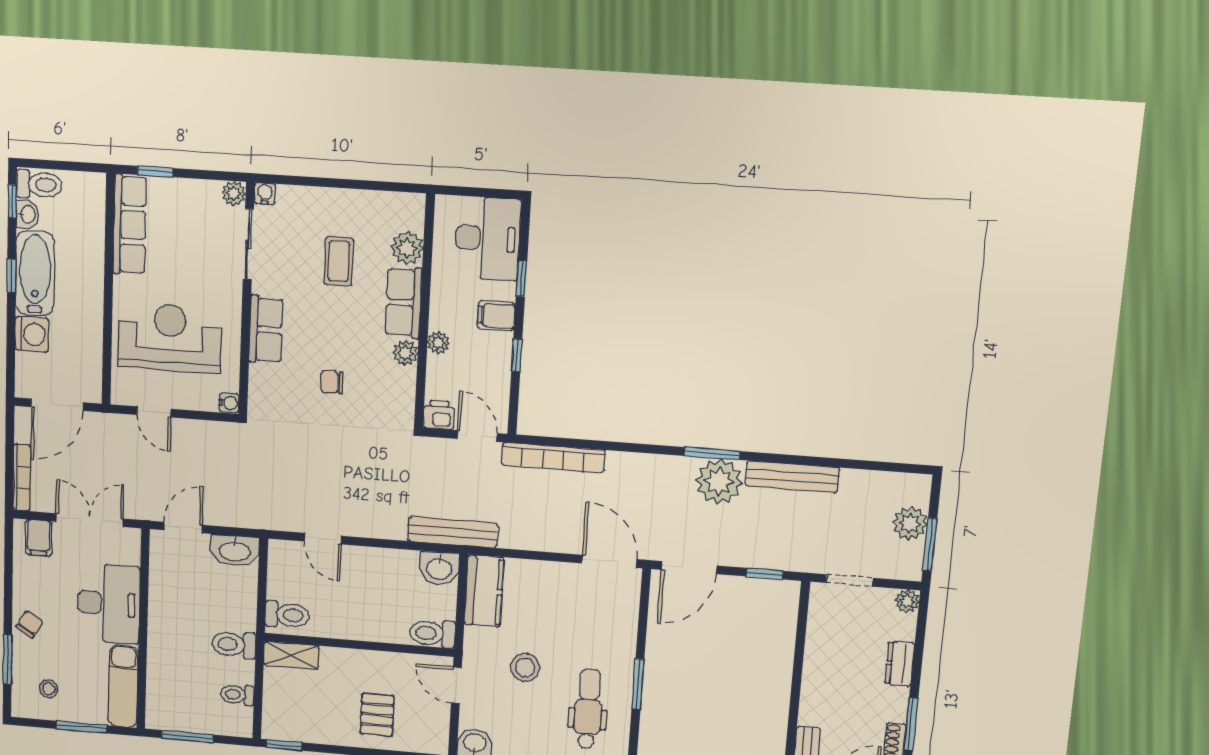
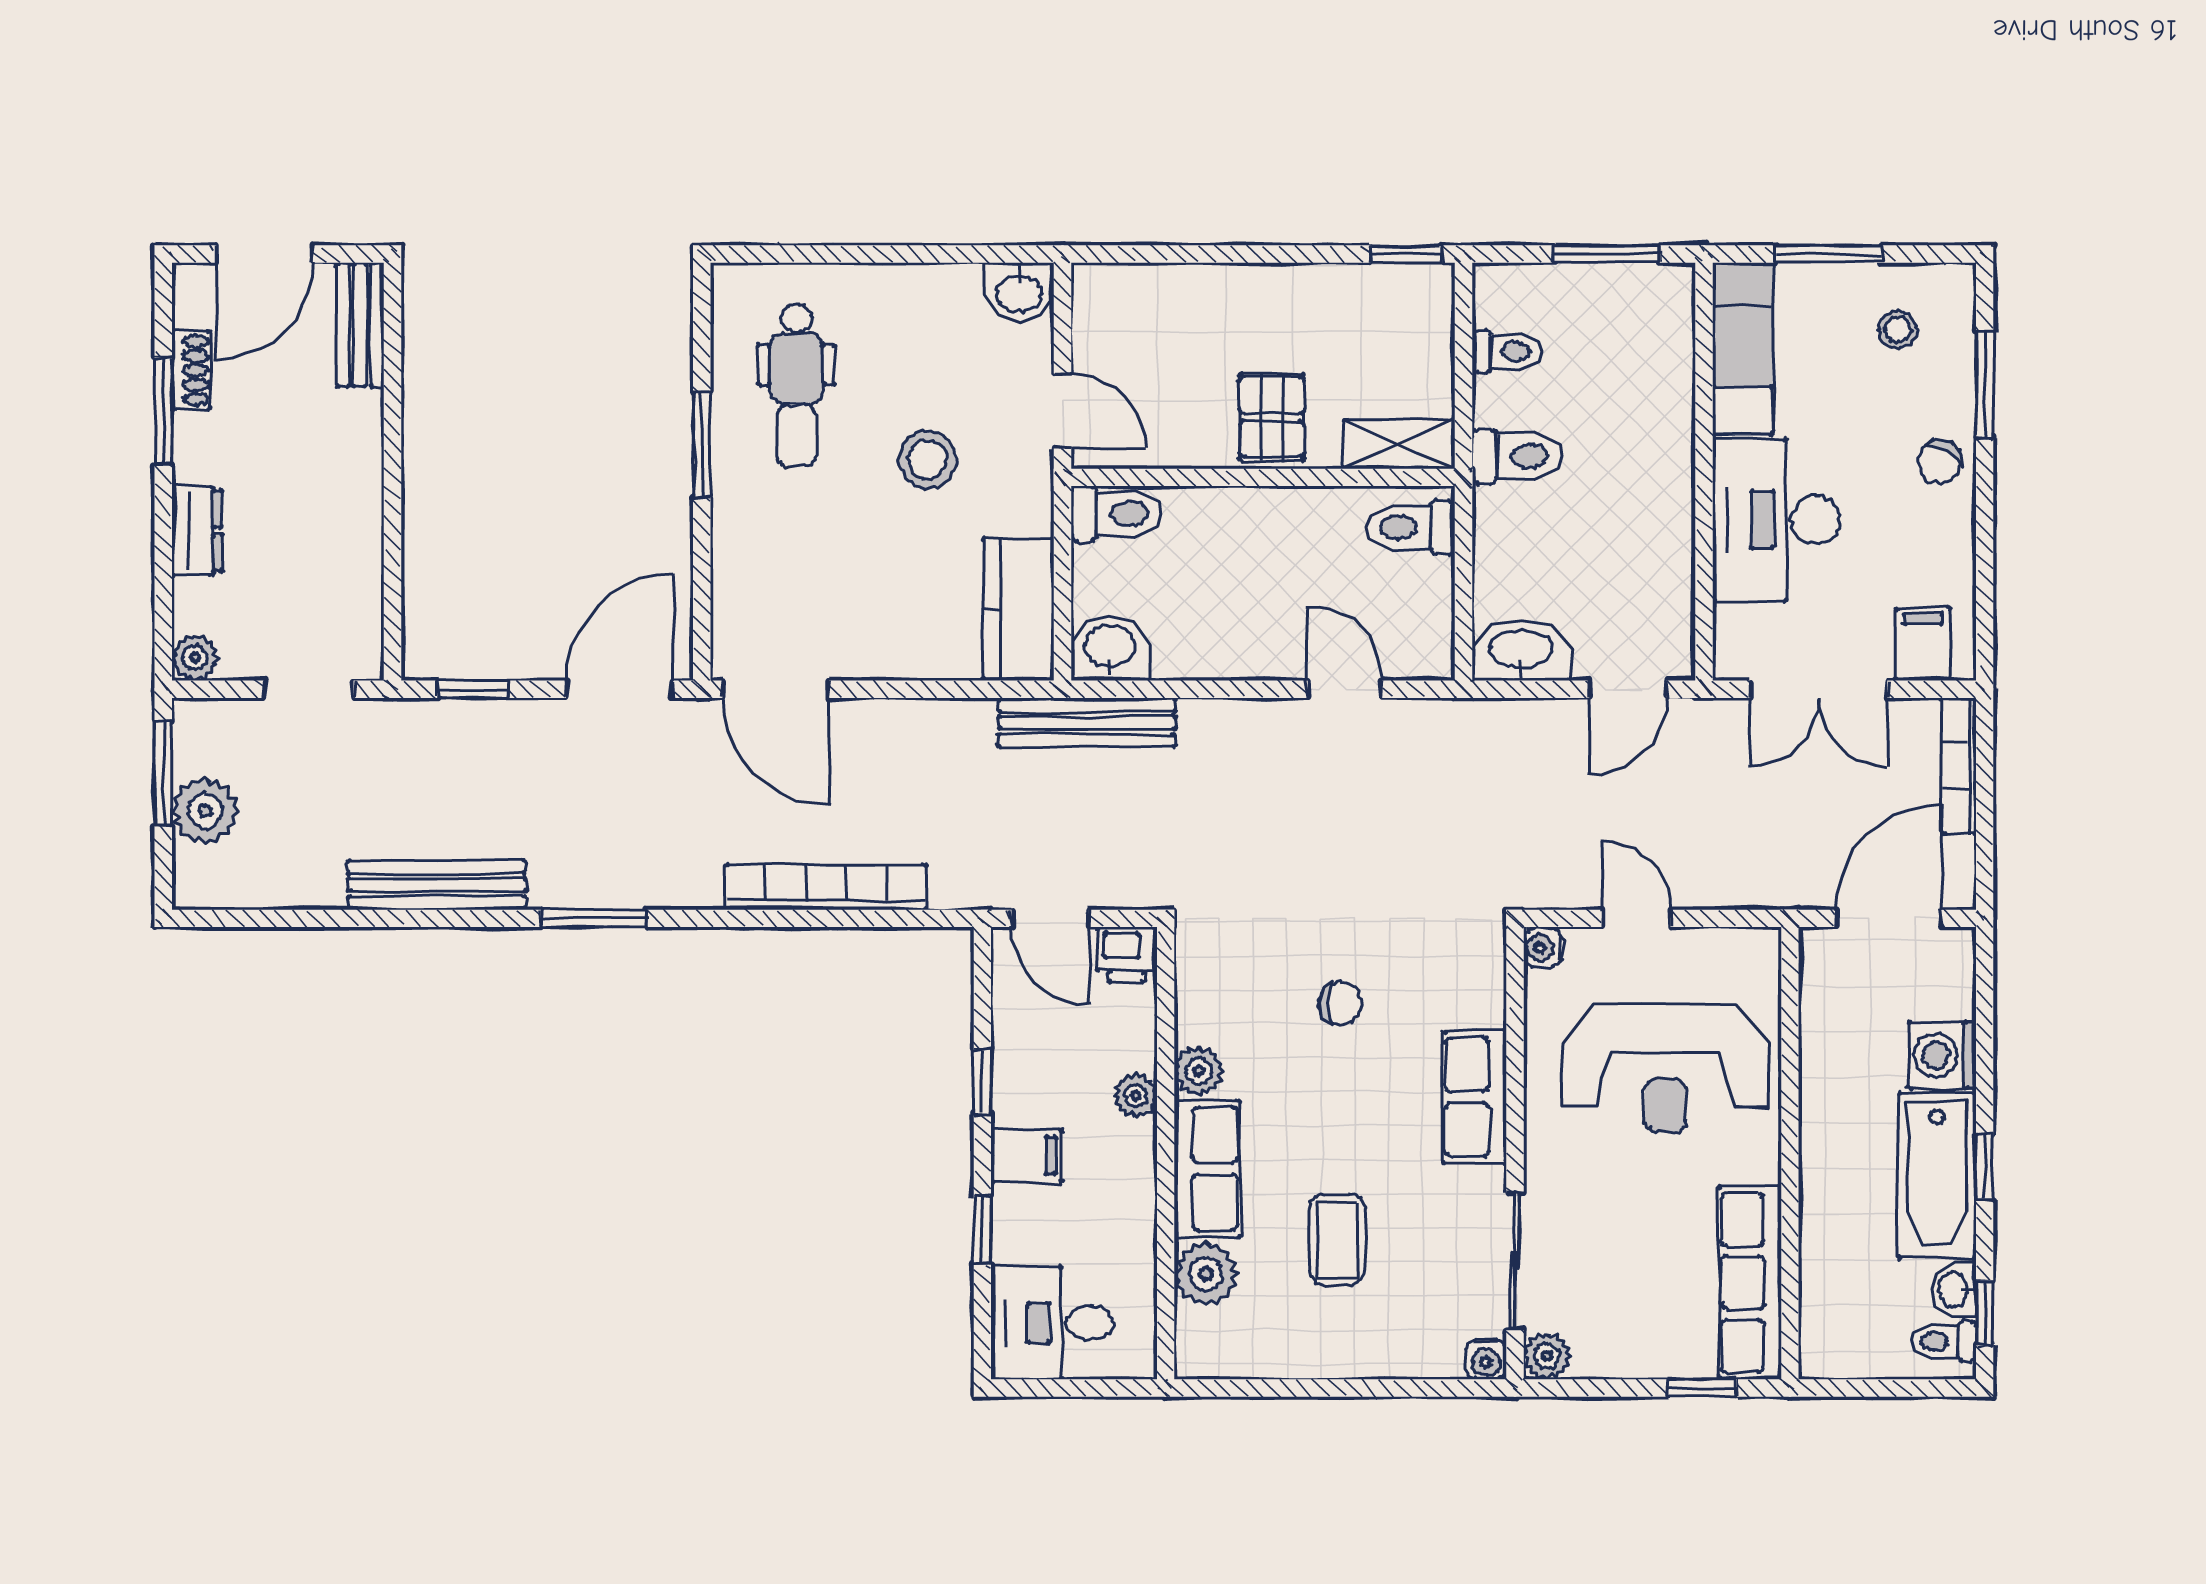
toilet: (39, 185) -> (1944, 1341), width x0.73, depth x0.72
desk: (488, 238) -> (1052, 1323), width x0.73
door: (154, 412) -> (1636, 918), moved
bookcase: (553, 458) -> (826, 887), moved
plant: (719, 482) -> (575, 865), removed
pallet: (377, 715) -> (1272, 417), moved

